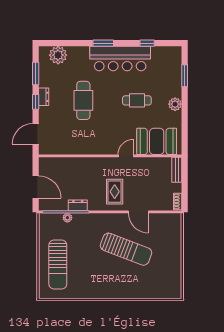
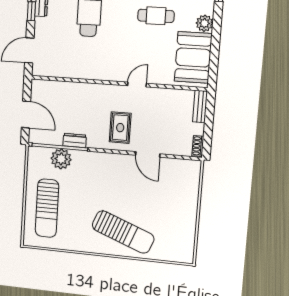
booth: (157, 141) -> (193, 57), moved, turned 90
plant: (67, 218) -> (61, 159), width x1.87, depth x1.87
sun lounger: (126, 249) -> (123, 232), moved

